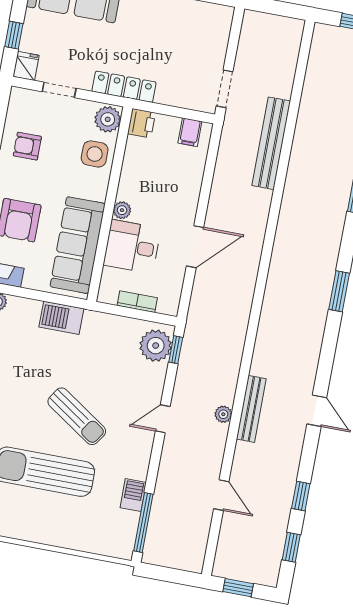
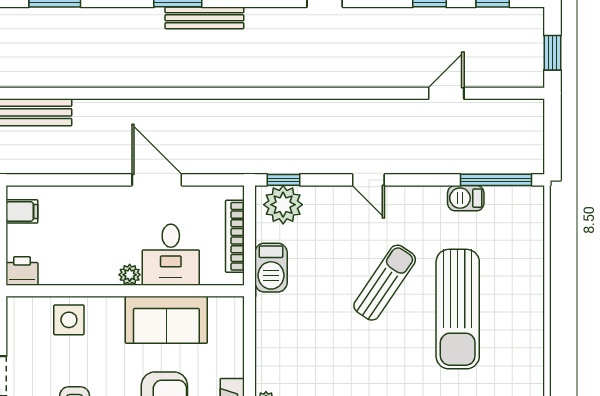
plant: (108, 119) -> (25, 312), removed
sofa: (78, 245) -> (166, 320), width x0.73
bookcase: (137, 302) -> (235, 236), width x1.56
barbecue: (61, 318) -> (271, 268), moved
bench: (251, 409) -> (204, 18), moved
plant: (223, 414) -> (350, 109), removed

